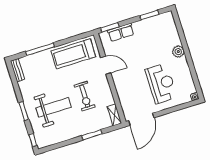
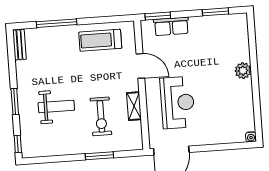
treadmill: (73, 54) -> (100, 40), width x0.73, depth x0.73
reception desk: (161, 83) -> (177, 103), moved
exercise bike: (85, 96) -> (101, 116), moved
weight bench: (54, 107) -> (56, 106), width x0.73, depth x0.75
shelving: (114, 115) -> (134, 106), moved

